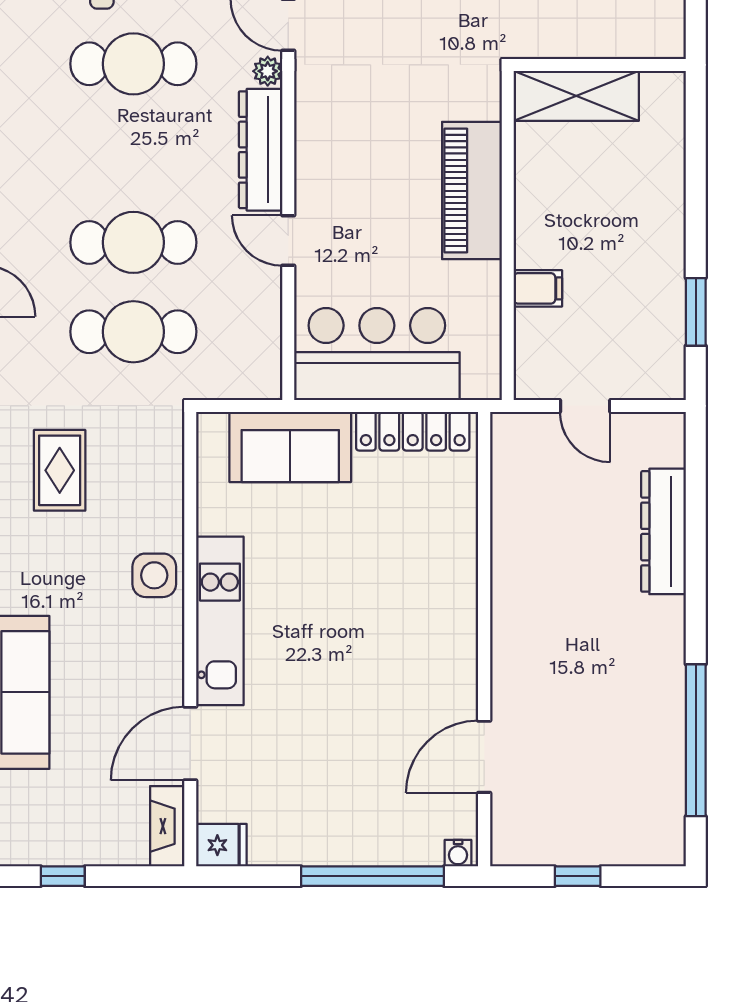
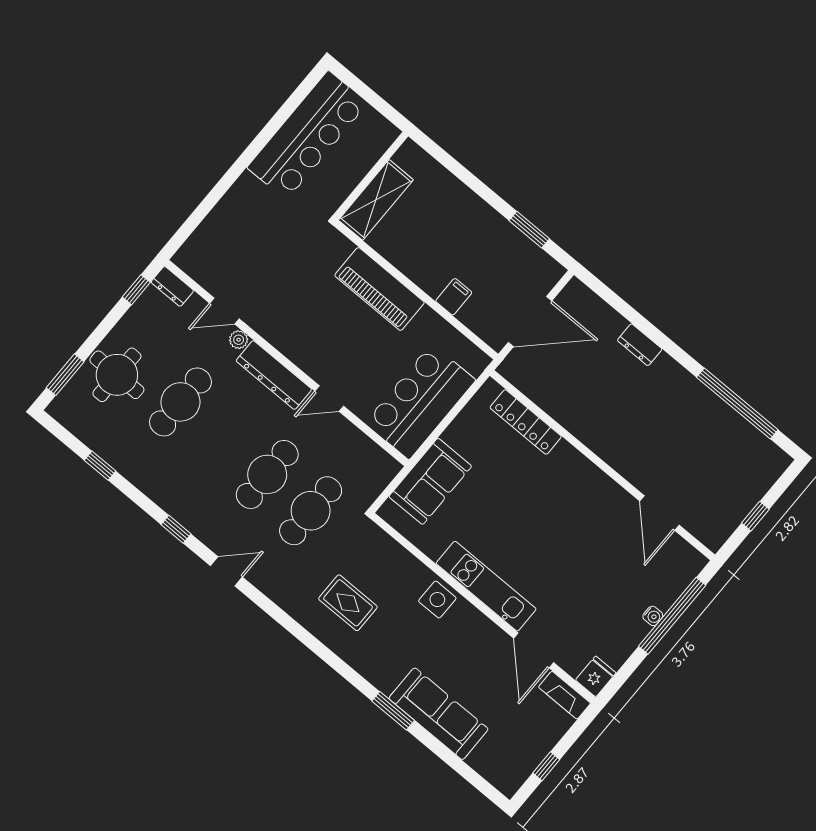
door: (585, 406) -> (530, 321), width x1.88
locker: (413, 431) -> (526, 422), moved, turned 90
dresser: (664, 531) -> (640, 345), width x0.51, depth x0.80
water cooler: (458, 853) -> (653, 616), moved

